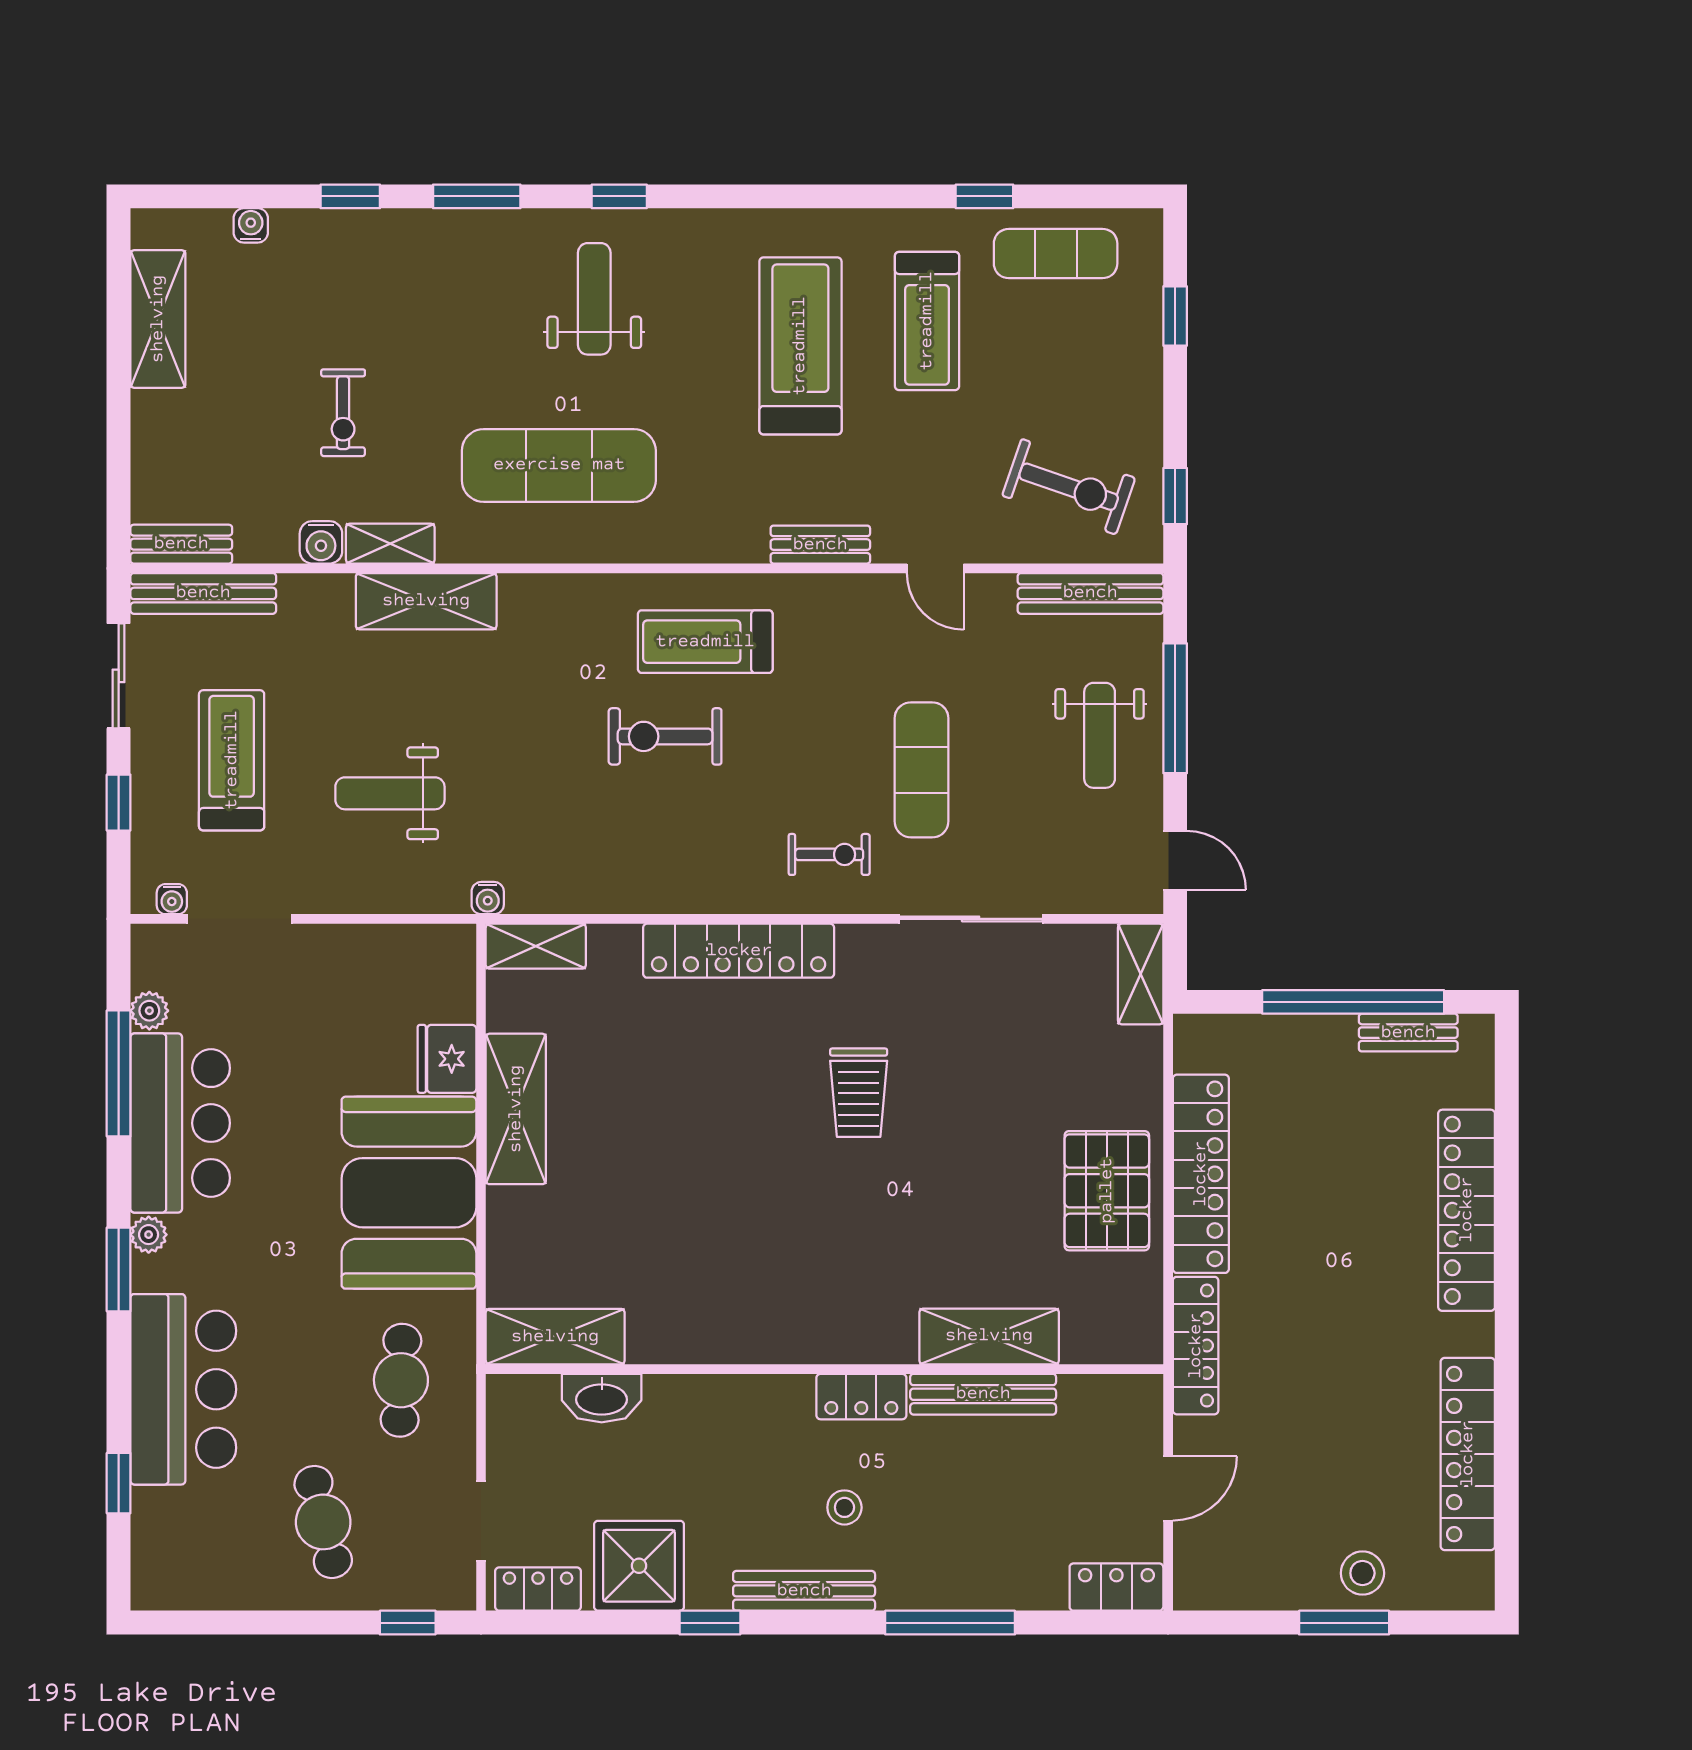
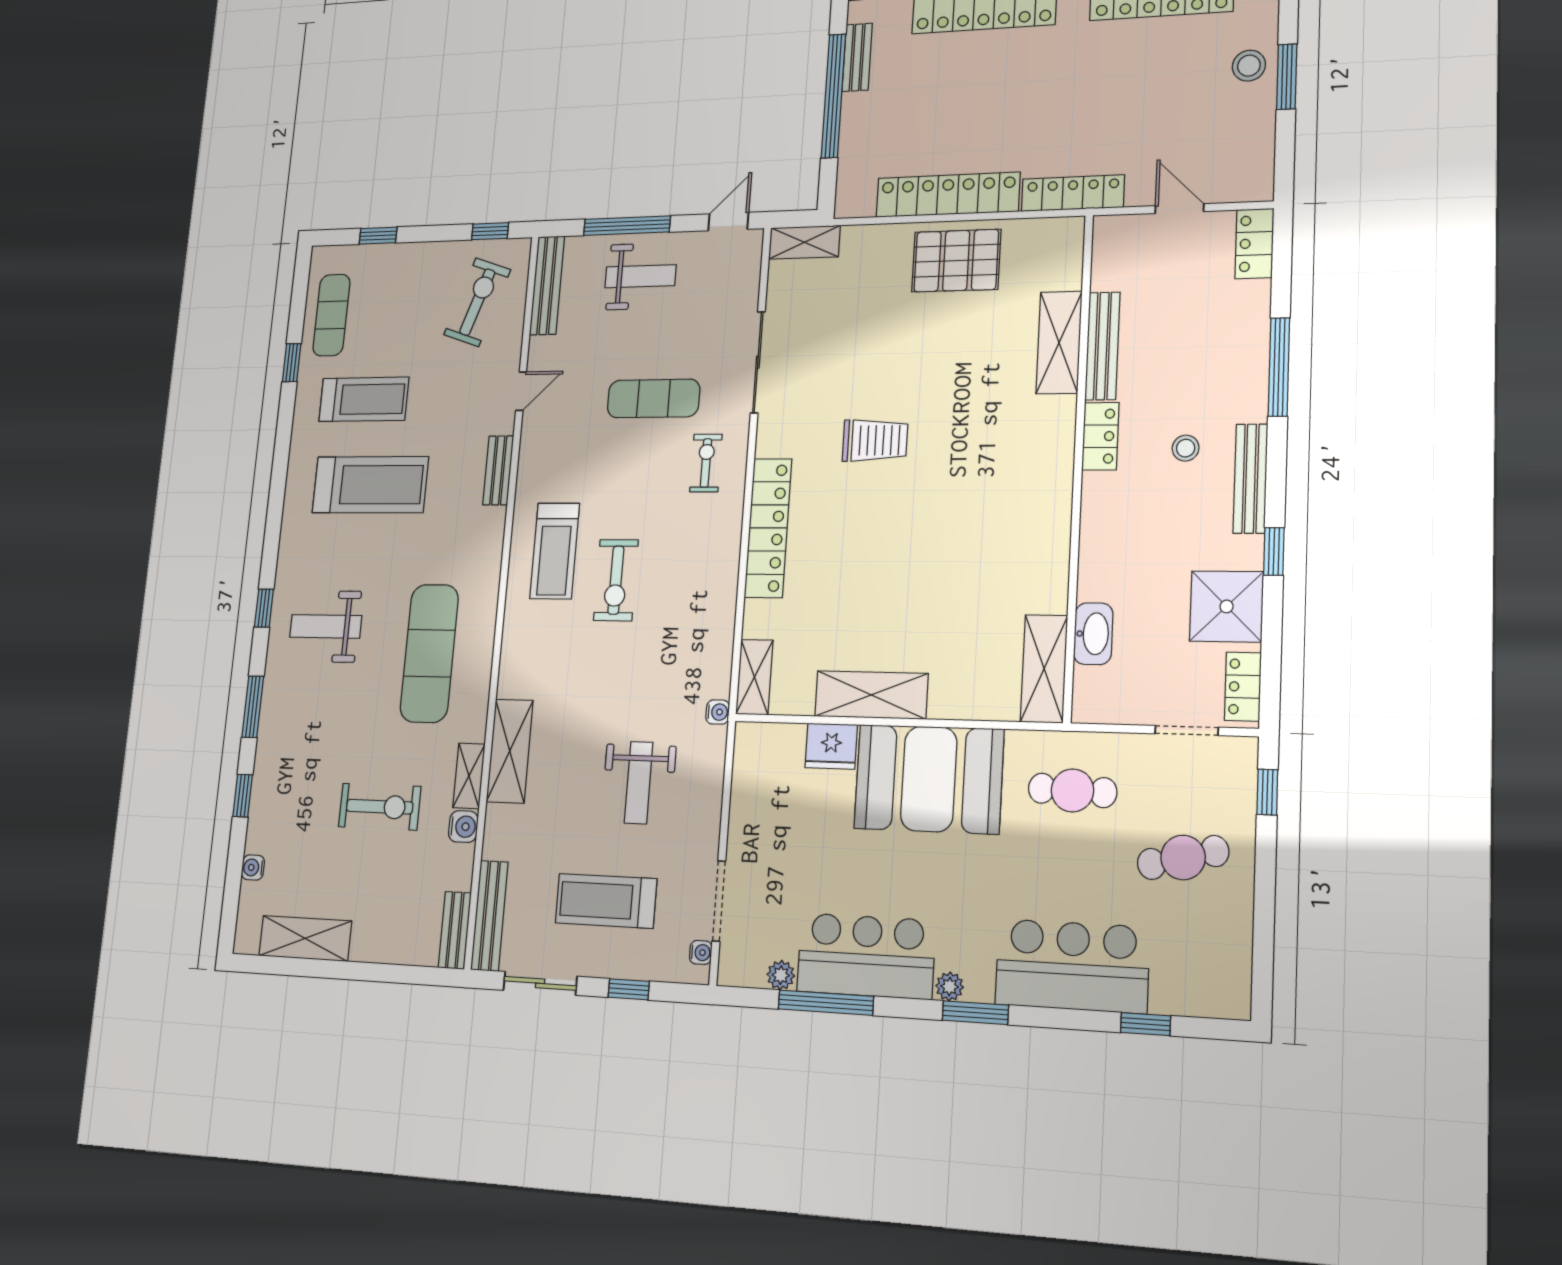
treadmill: (800, 346) -> (370, 485), turned 180
exercise bike: (343, 413) -> (380, 807), width x1.38, depth x1.39

